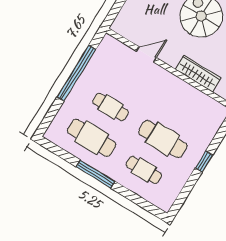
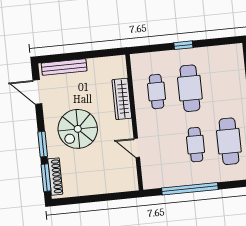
cafe table: (144, 170) -> (157, 92), moved

